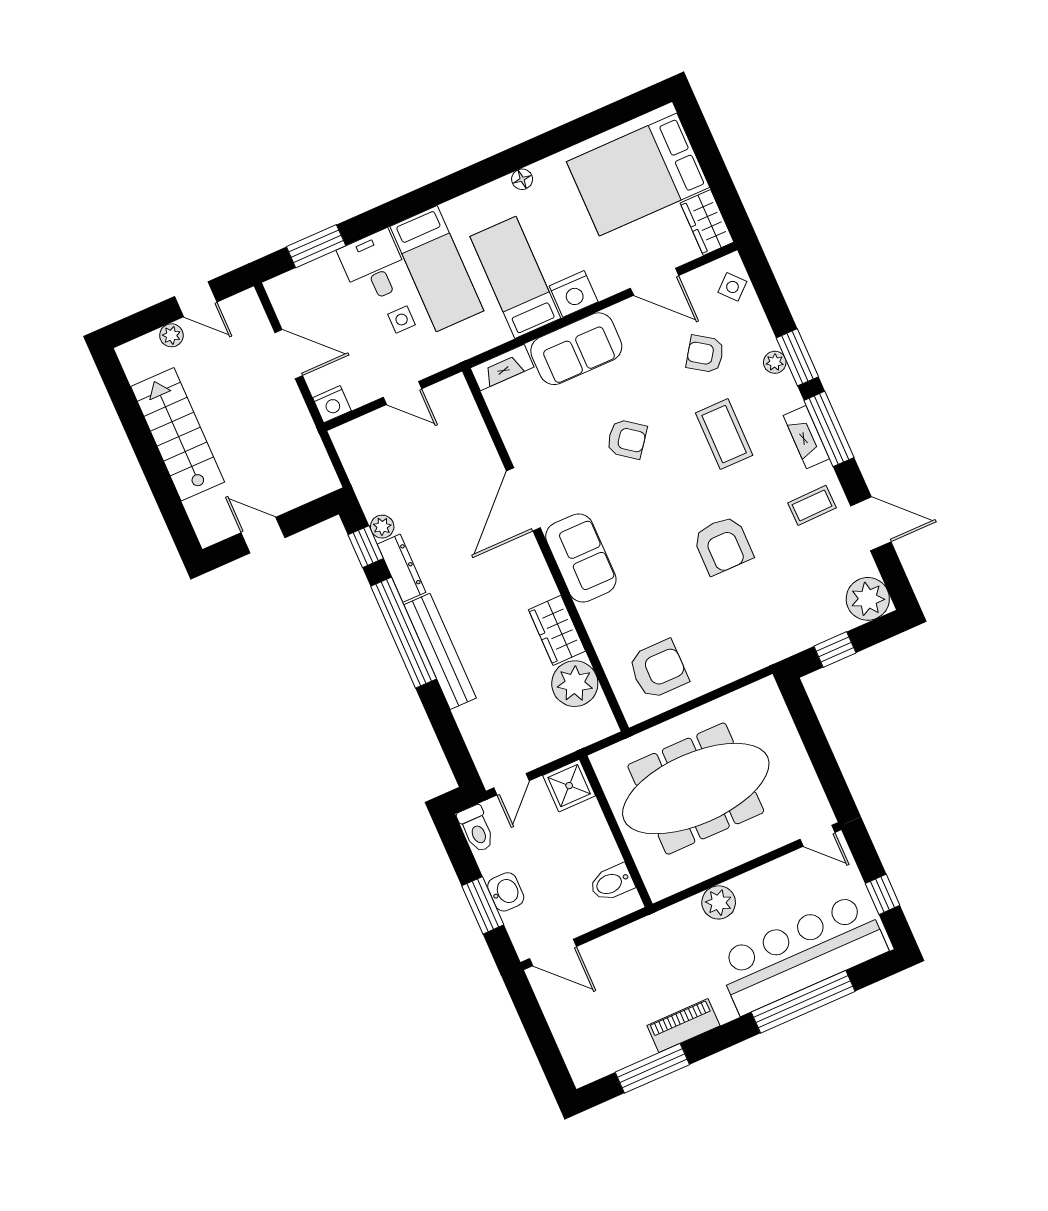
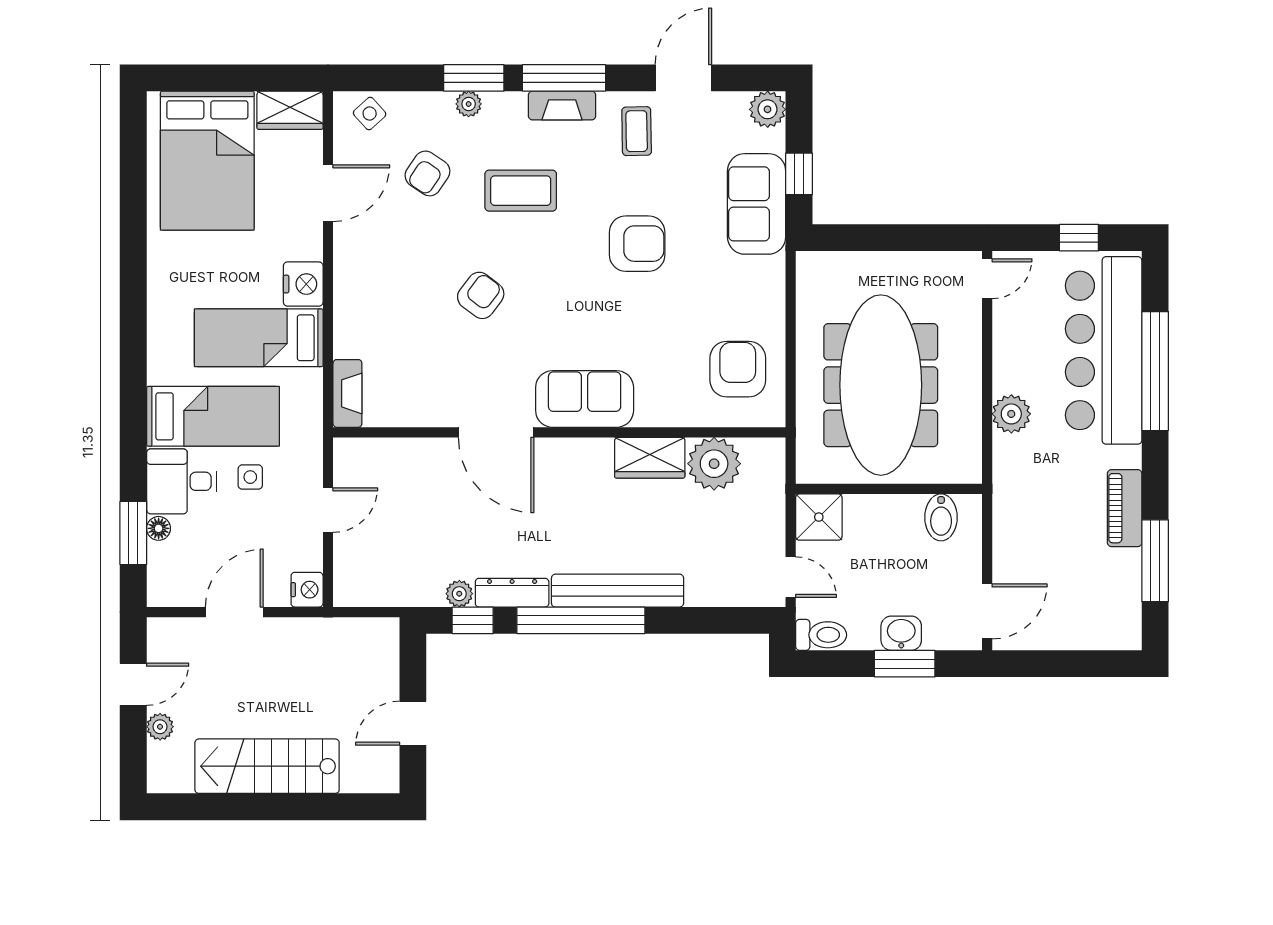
floor lamp: (522, 179) -> (159, 528), moved
sofa: (576, 349) -> (757, 204), moved, turned 180
plant: (868, 599) -> (768, 109), width x0.73, depth x0.73

